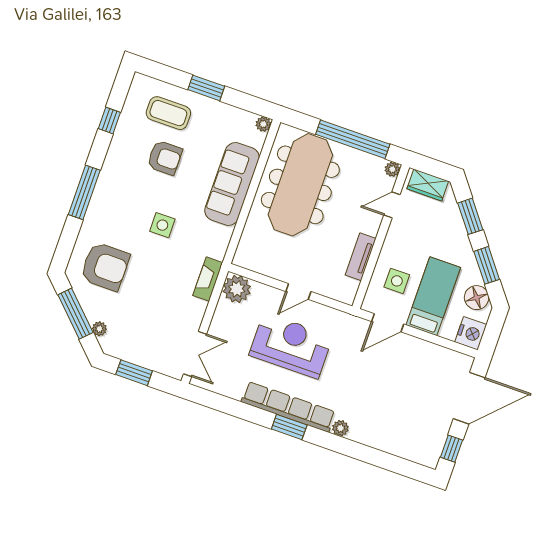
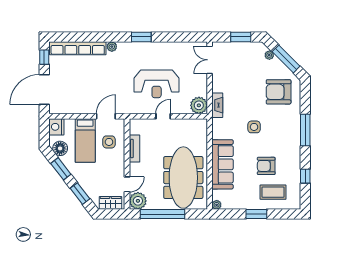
plant: (392, 169) -> (138, 201), width x1.88, depth x1.88
row of seats: (288, 407) -> (78, 48), moved

